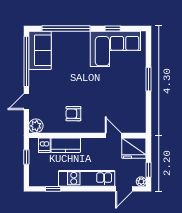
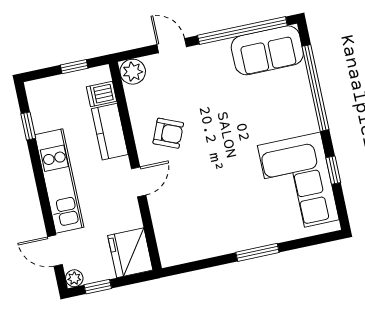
armchair: (73, 114) -> (168, 133), turned 113
door: (113, 135) -> (139, 182), moved

